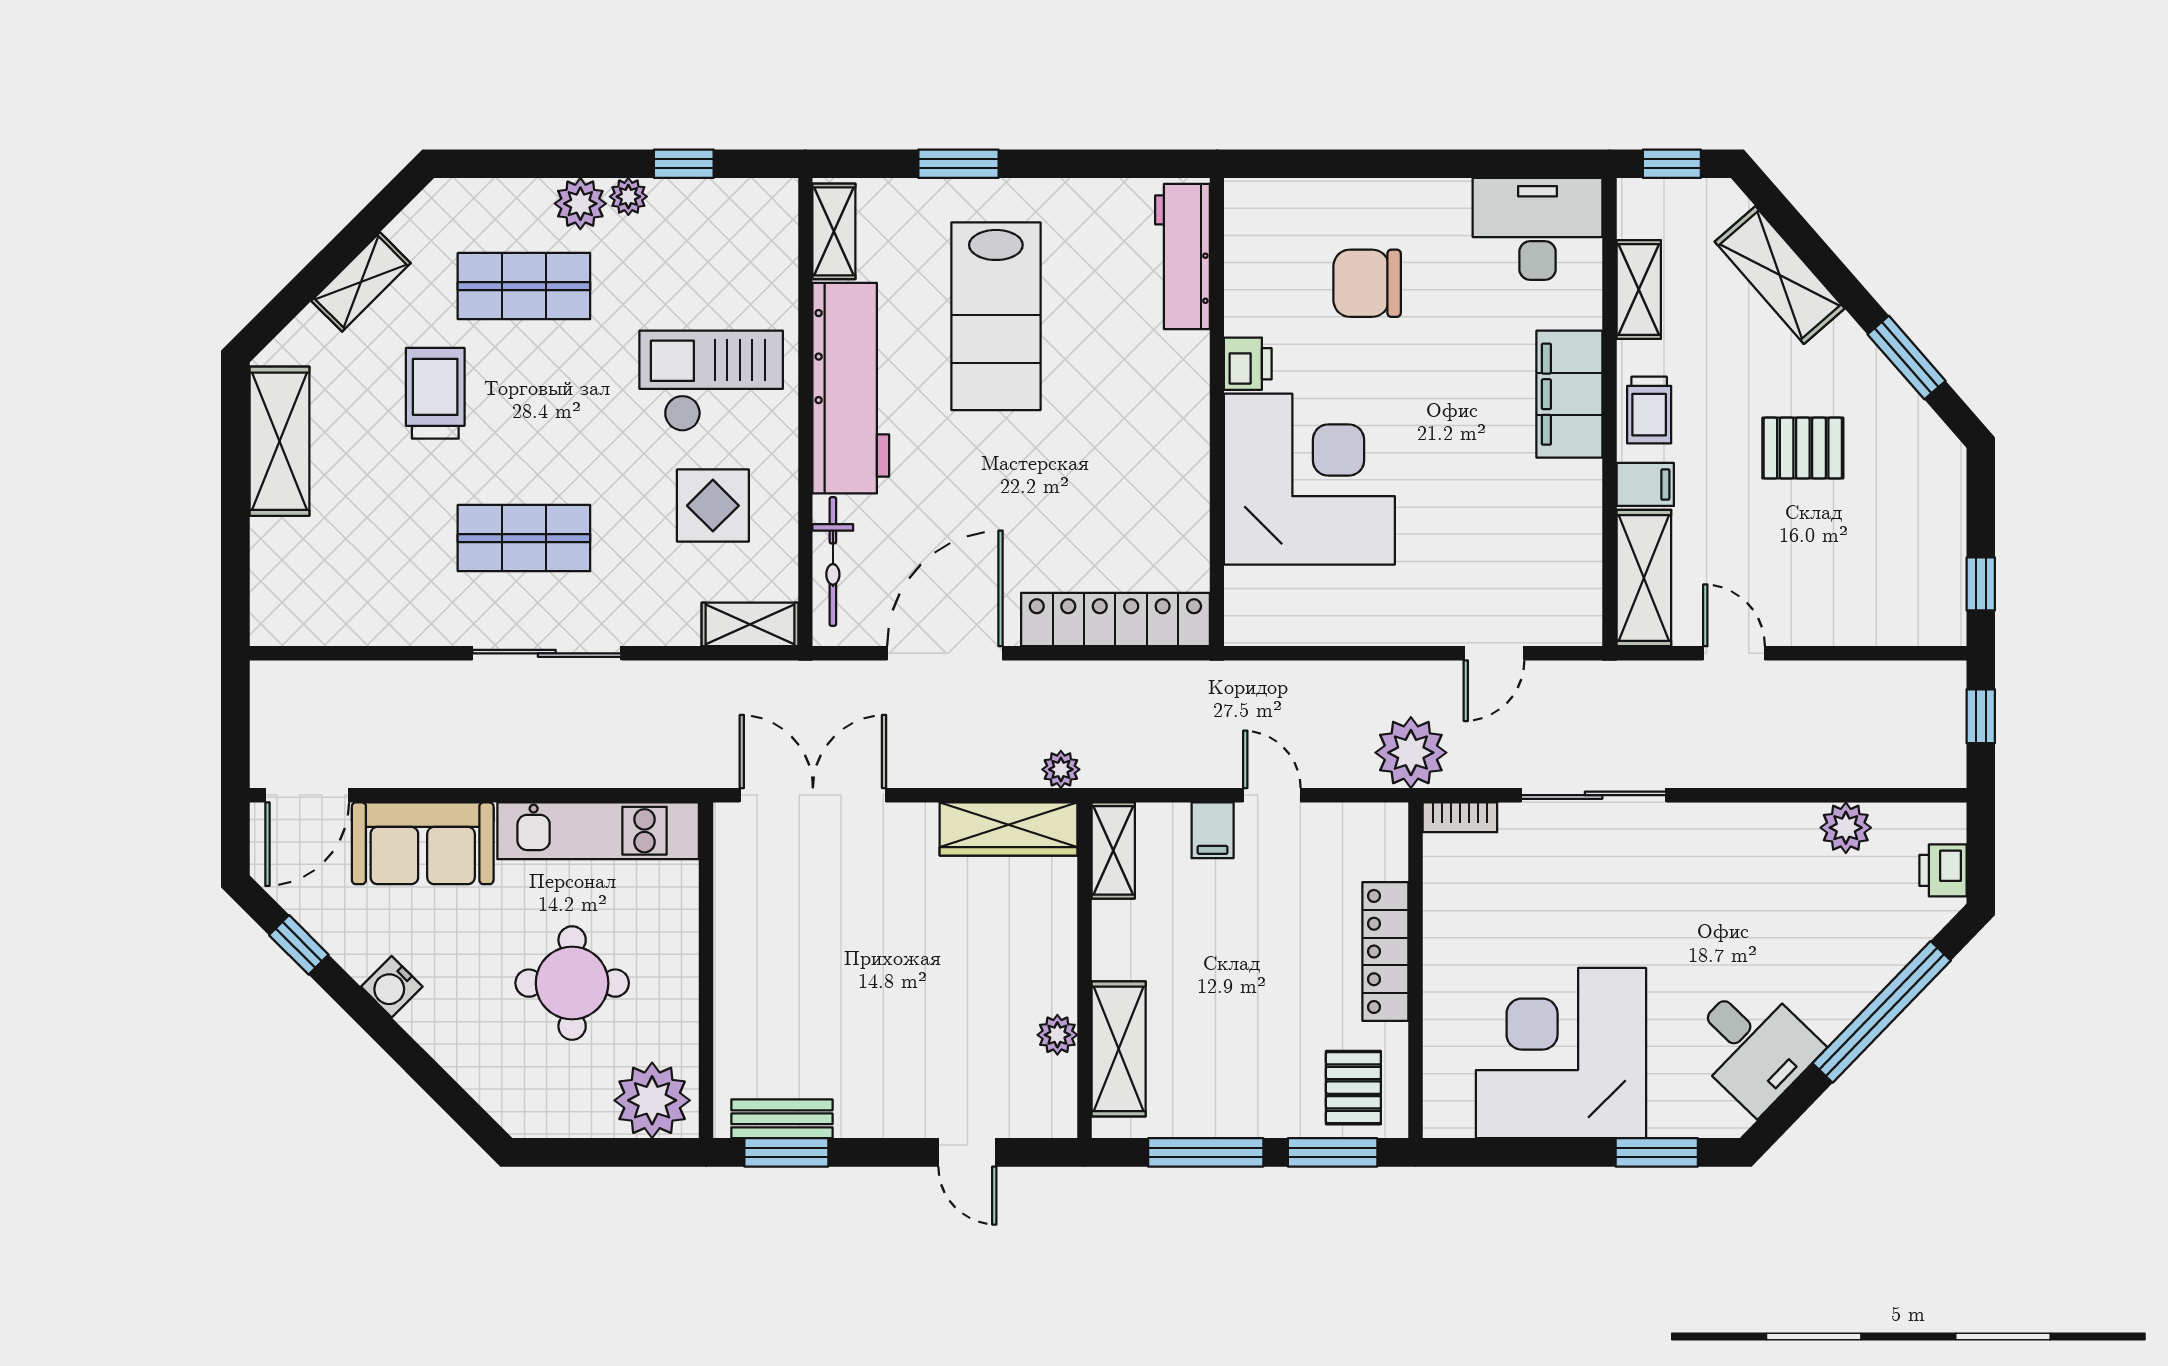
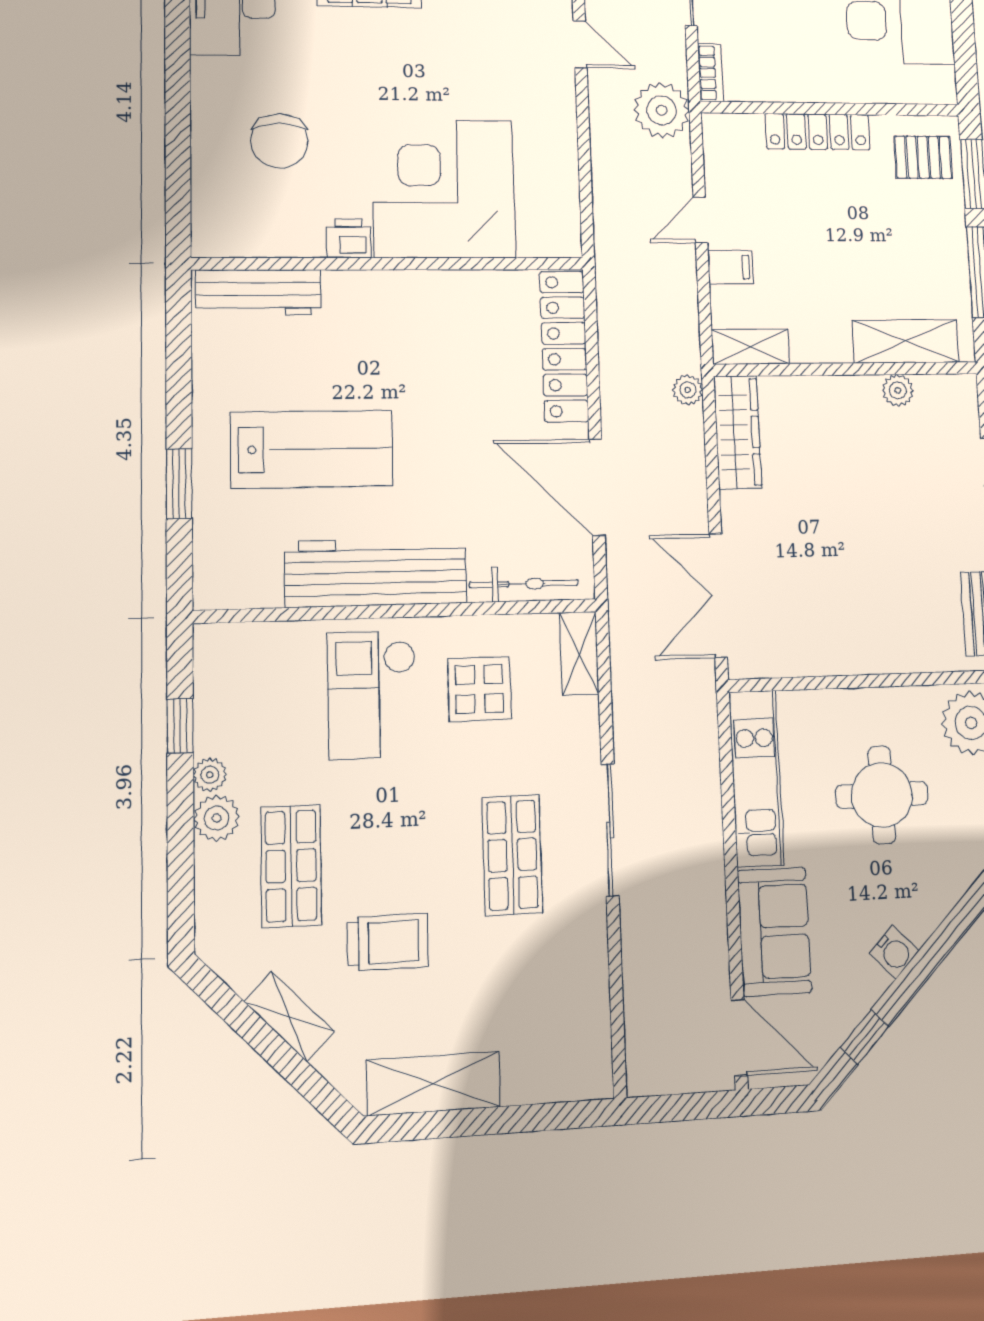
shelving: (834, 231) -> (239, 591), removed
trolley: (435, 393) -> (388, 942), turned 180

